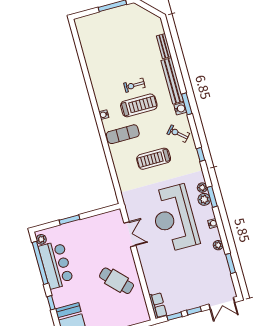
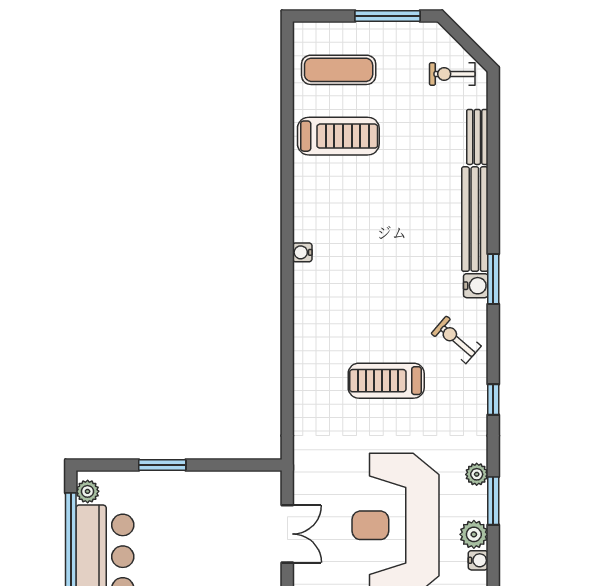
exercise bike: (134, 85) -> (452, 74), moved
treadmill: (139, 105) -> (338, 136), moved
exercise mat: (123, 134) -> (339, 70), moved
plant: (204, 199) -> (474, 534), moved

